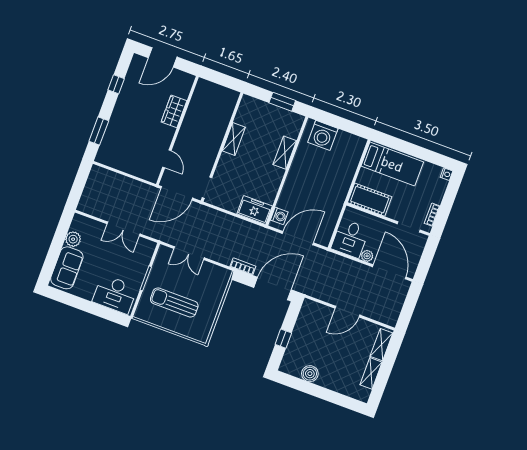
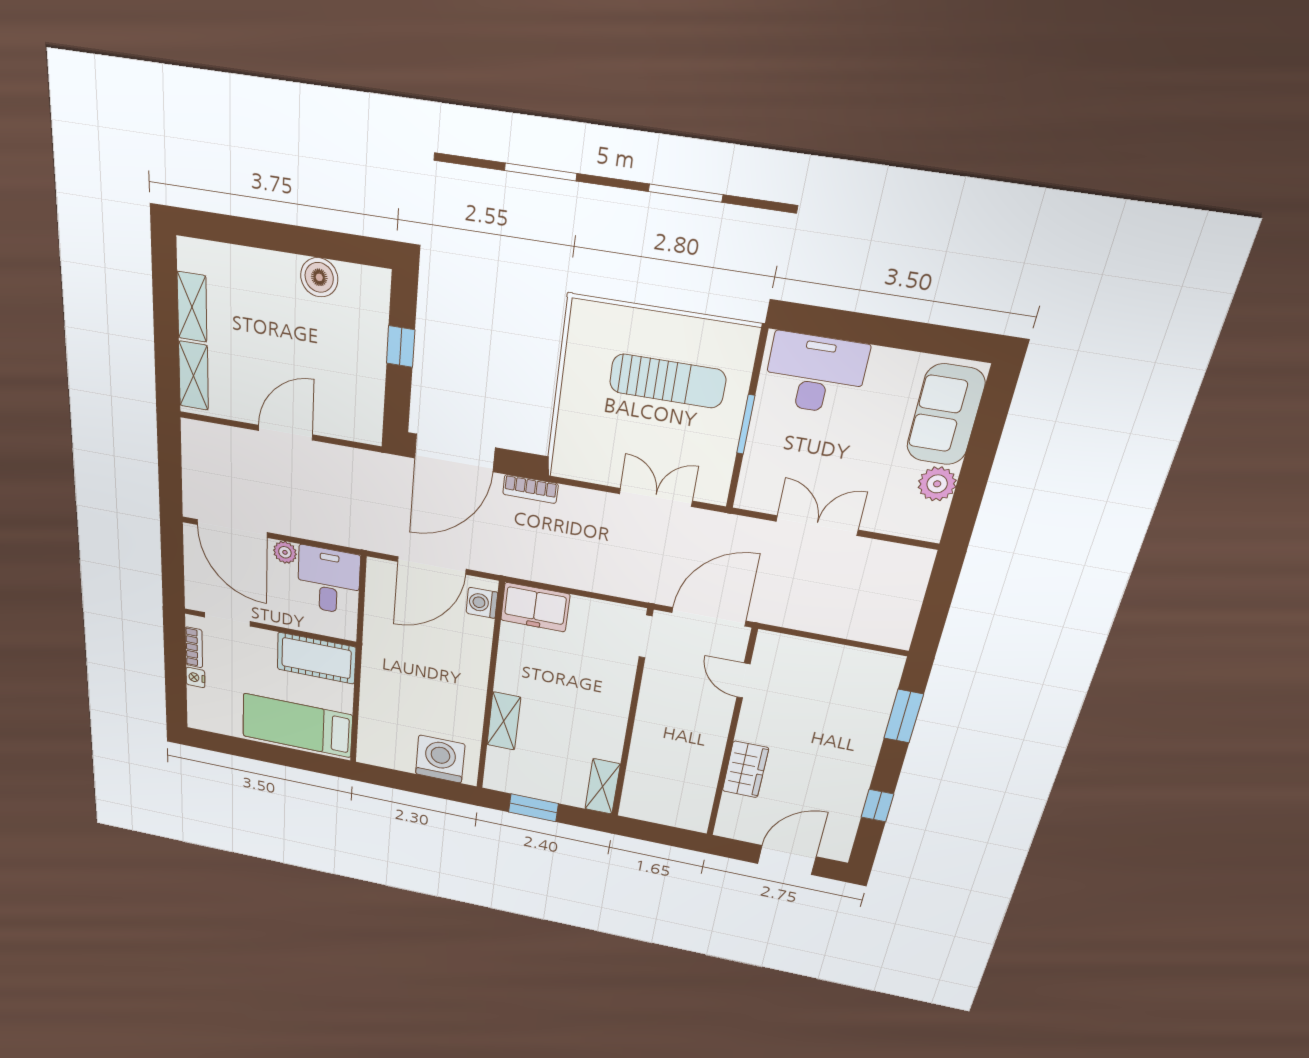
shelving: (234, 139) -> (603, 786), moved
nightstand: (446, 174) -> (195, 677), moved

